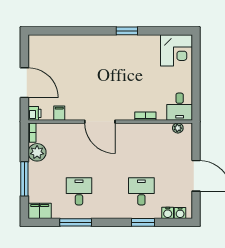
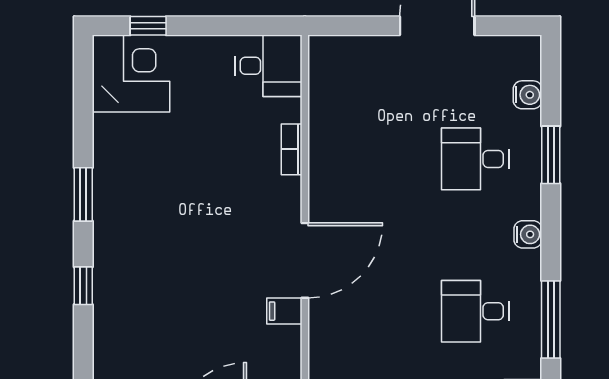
window: (89, 31) -> (83, 286), added
window: (196, 57) -> (148, 26), added
filing cabinet: (59, 113) -> (284, 311), moved
plant: (178, 128) -> (321, 70), removed
water cooler: (180, 213) -> (528, 234), moved

